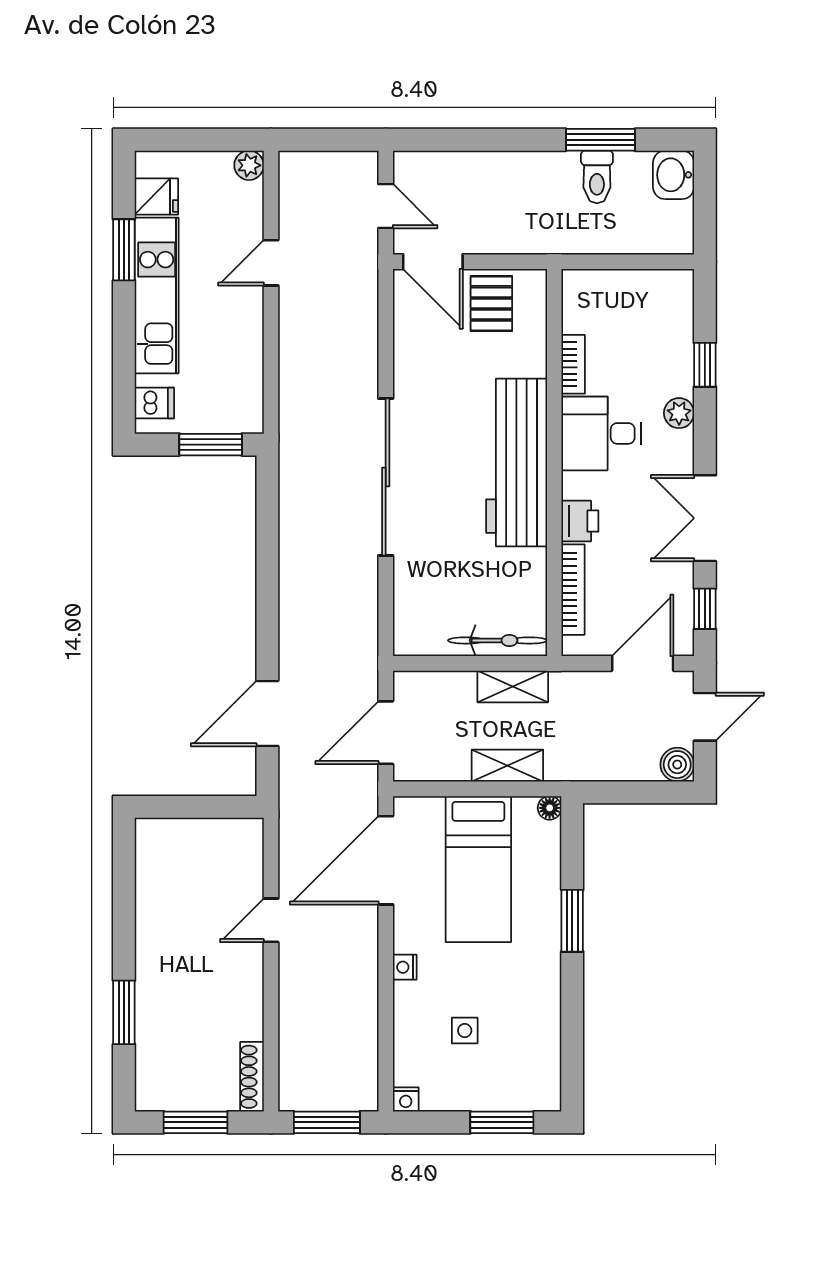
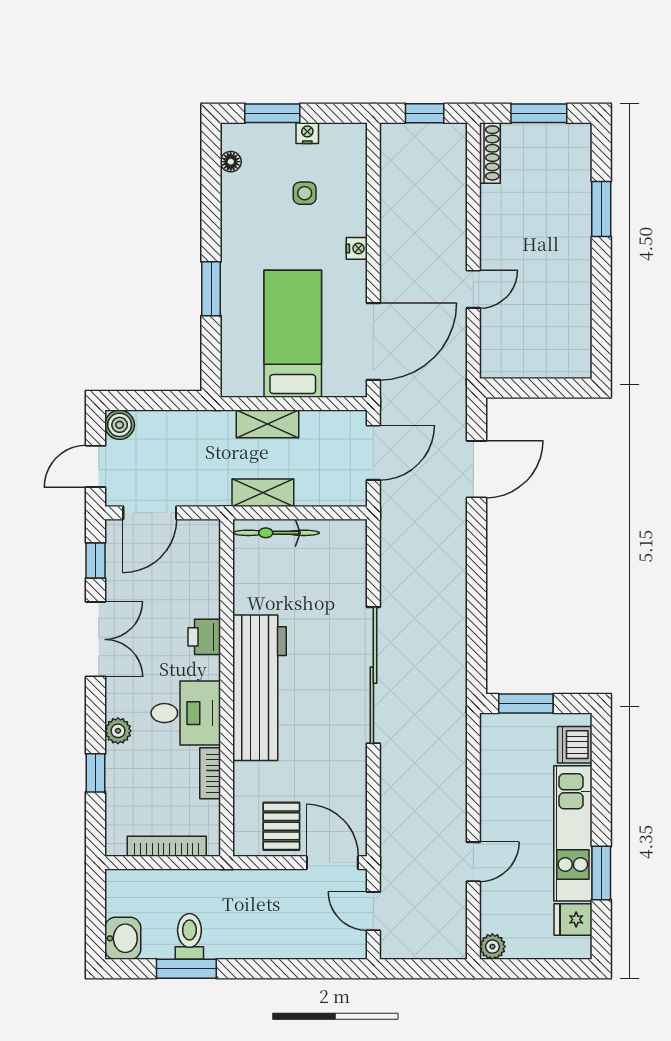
dishwasher: (154, 403) -> (575, 745), width x1.38
bookcase: (573, 590) -> (167, 846), moved, turned 90
floor lamp: (550, 808) -> (231, 162), moved
nightstand: (406, 1099) -> (307, 133), moved
window: (327, 1122) -> (425, 113), width x0.67

